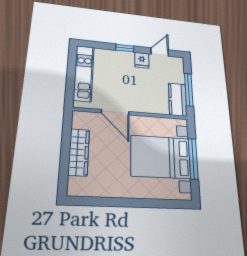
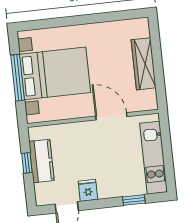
window: (125, 48) -> (134, 200), moved
window: (189, 90) -> (27, 163), width x0.46
kitchen counter: (178, 100) -> (41, 161), moved

